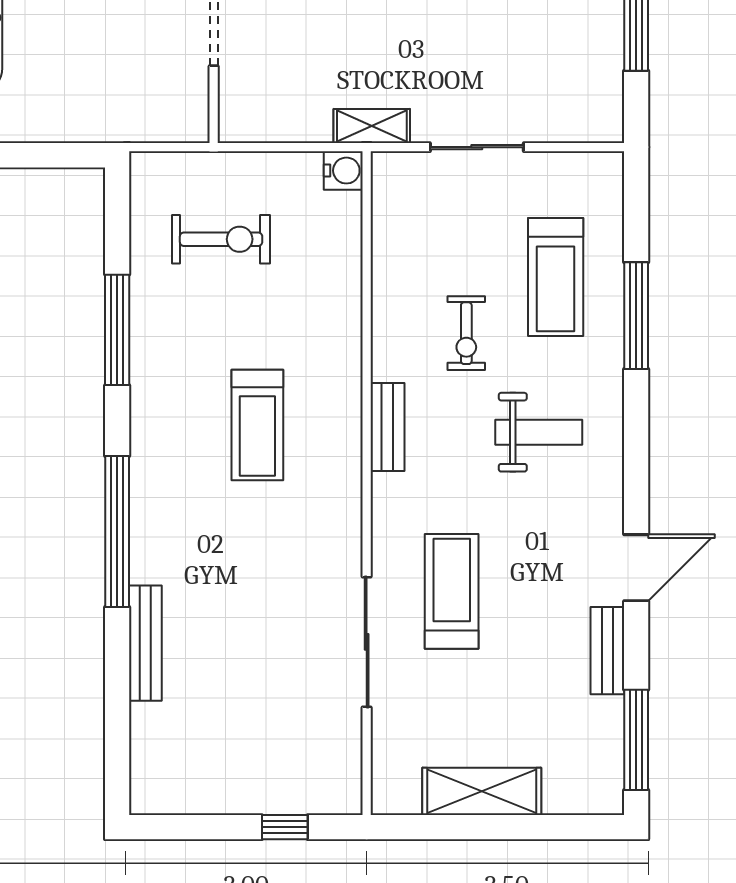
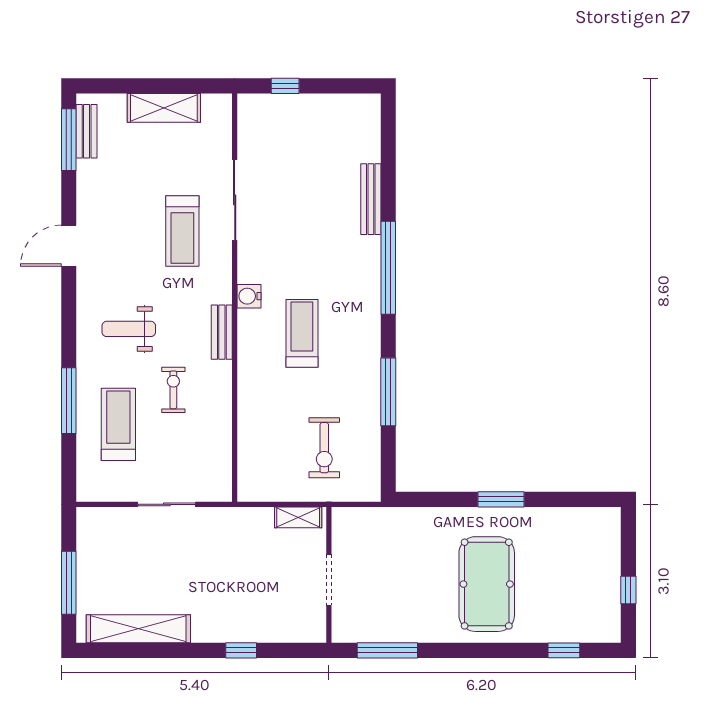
shelving: (372, 126) -> (298, 517), moved
water cooler: (343, 171) -> (249, 296), moved
exercise bike: (221, 239) -> (324, 448), turned -90
bench: (607, 651) -> (87, 131), moved

